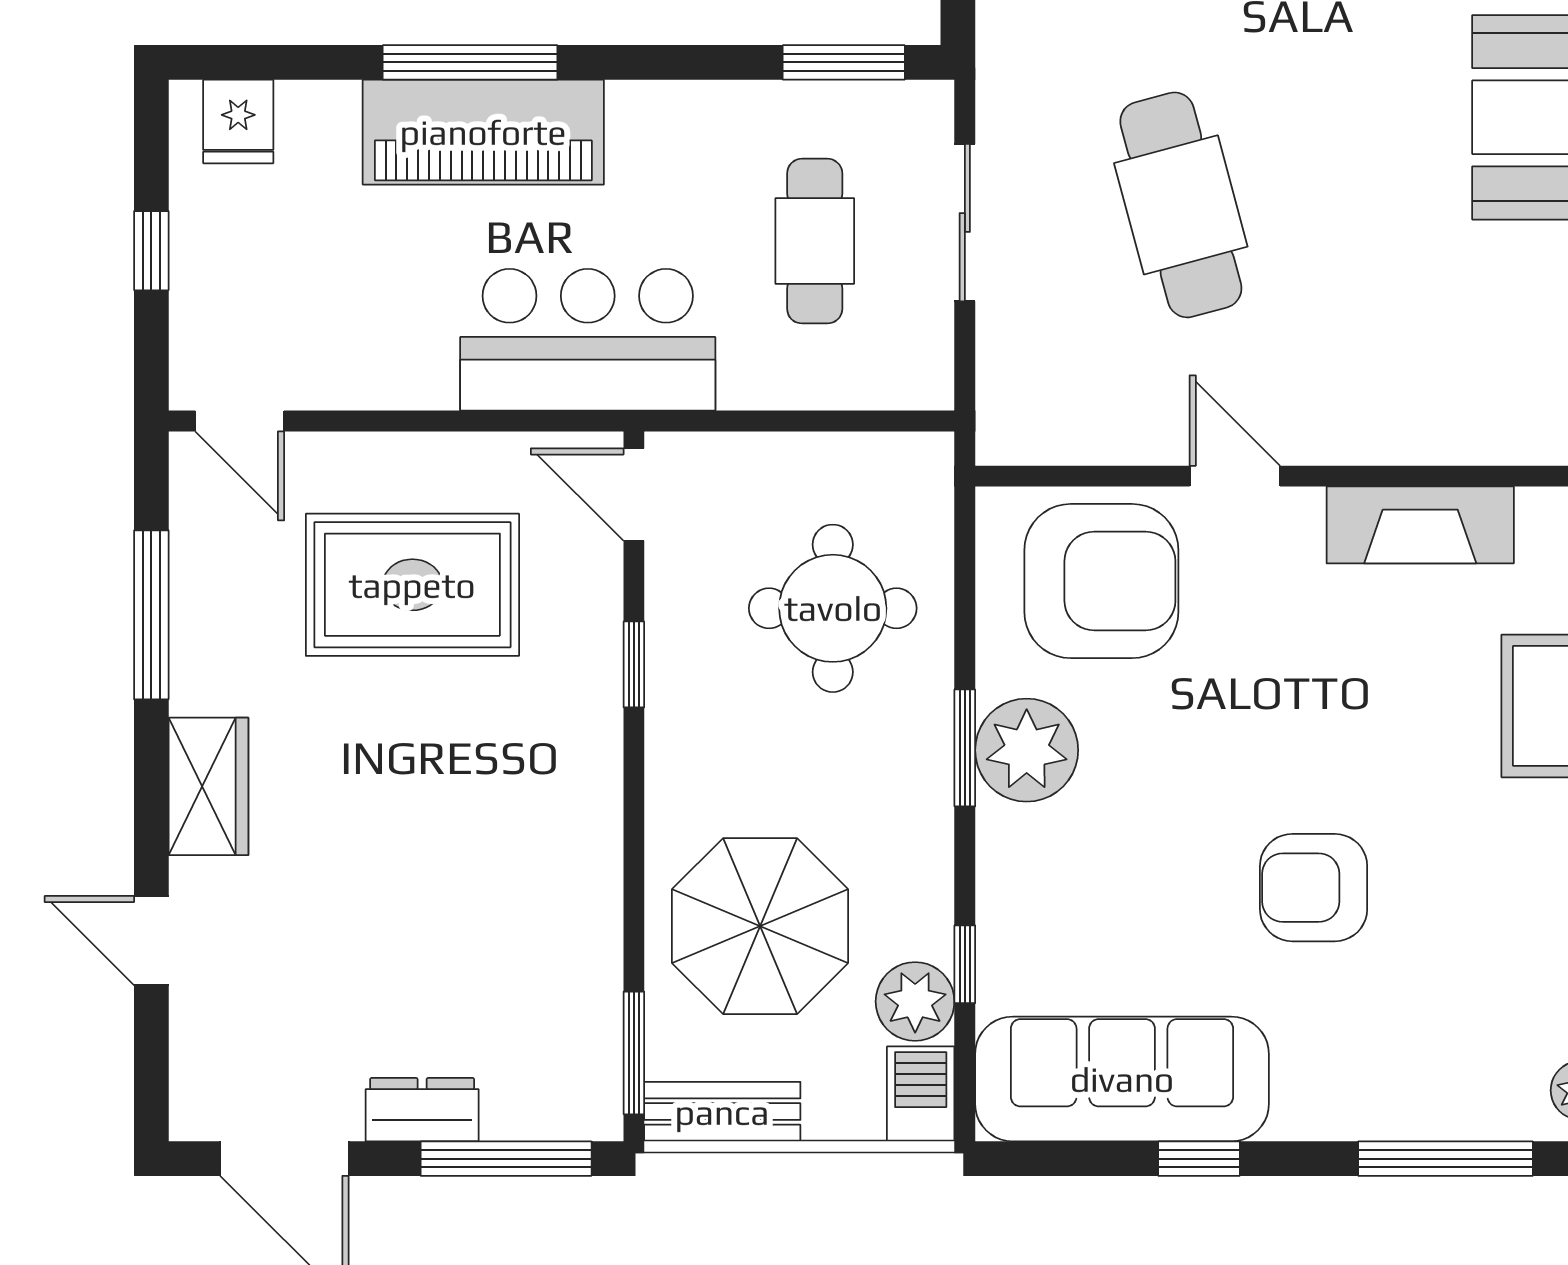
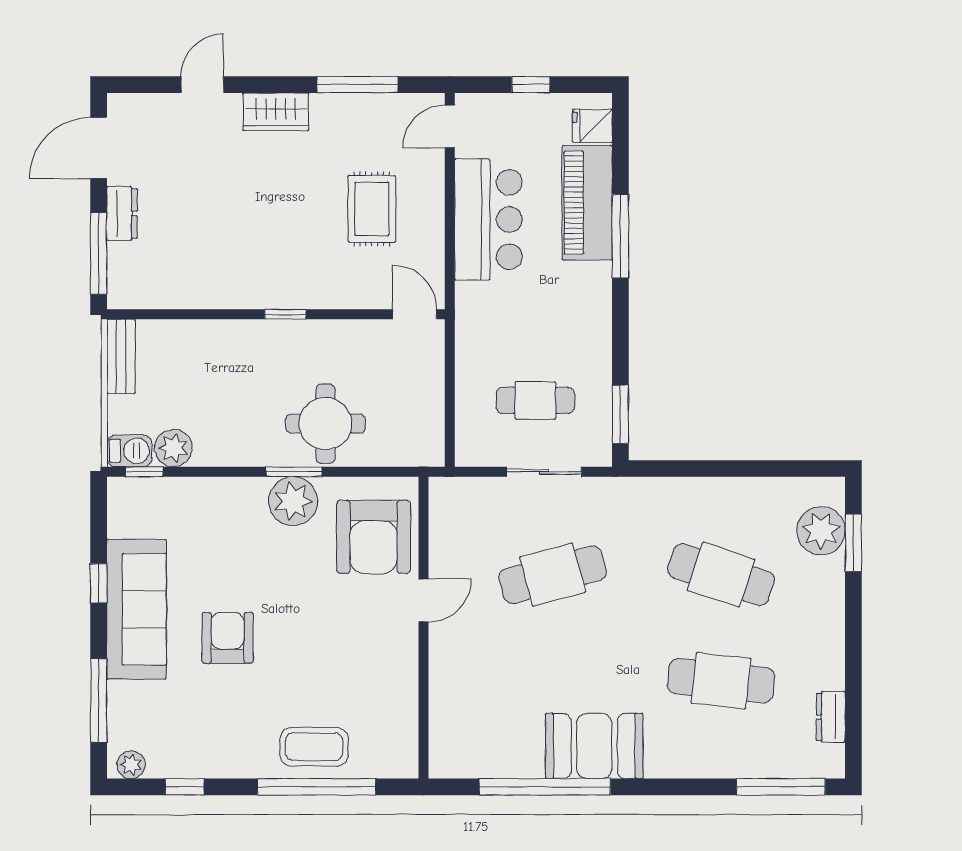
piano: (483, 132) -> (587, 203), moved
bar counter: (588, 340) -> (488, 220), moved
door: (634, 495) -> (415, 314), hinge flipped
fireplace: (1420, 525) -> (400, 689), removed
rug: (412, 585) -> (372, 209), width x0.73, depth x0.70
round table: (833, 608) -> (325, 424), moved
window: (634, 664) -> (285, 314), moved
parasol: (760, 926) -> (209, 374), removed
window: (965, 964) -> (144, 472), moved
window: (634, 1053) -> (149, 314), removed
sofa: (1122, 1079) -> (137, 609), moved

